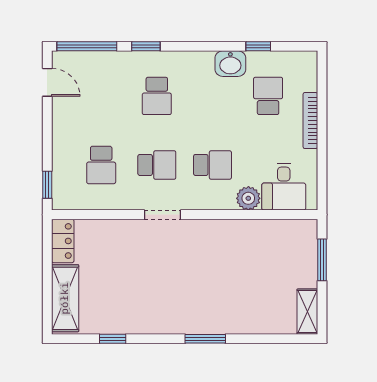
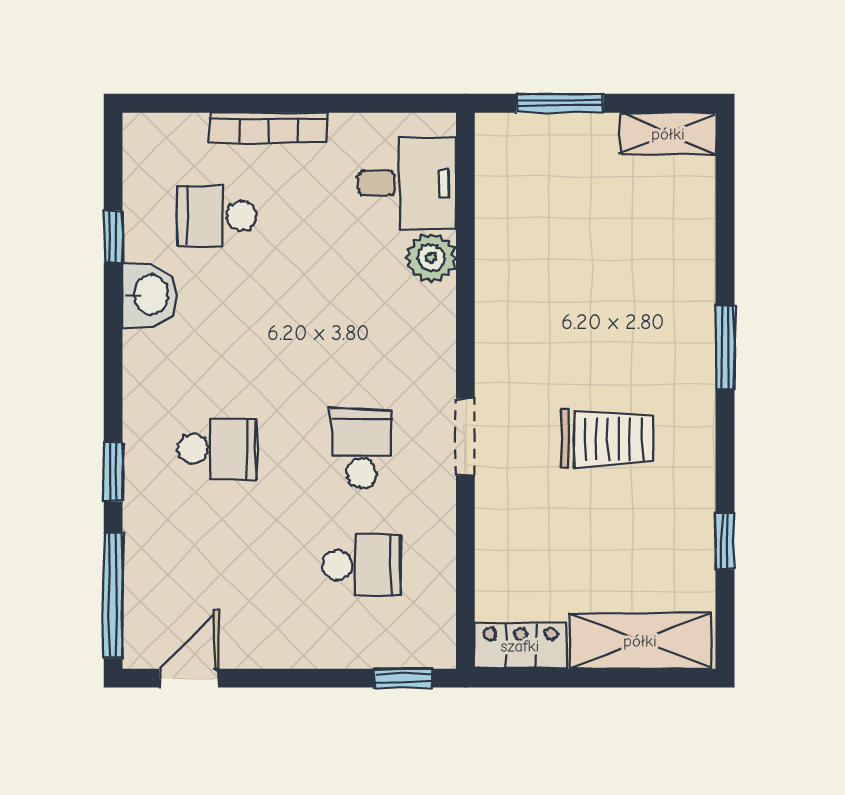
school desk: (212, 165) -> (361, 332), removed
trolley: (162, 282) -> (607, 439), added

